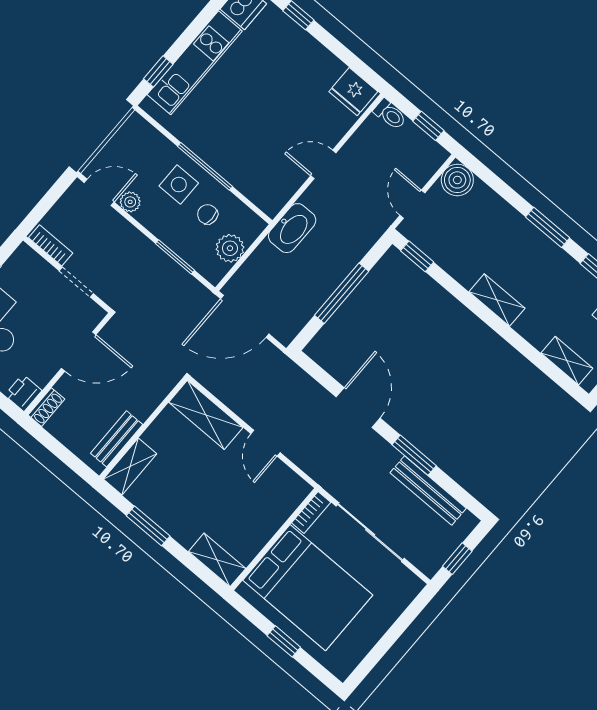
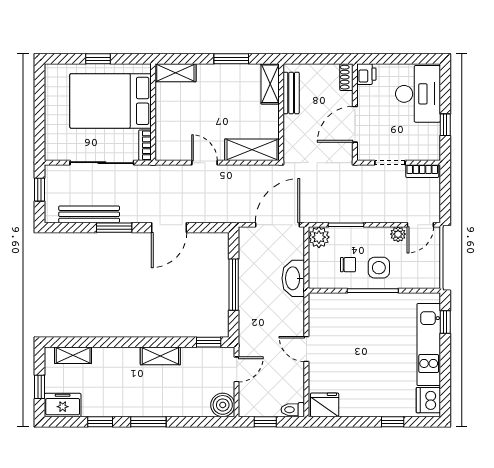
door: (323, 164) -> (306, 349), swing flipped
door: (412, 204) -> (237, 369), hinge flipped
washbasin: (292, 228) -> (293, 278), moved
plant: (230, 248) -> (319, 237), moved
shelving: (497, 300) -> (160, 356), moved
door: (358, 408) -> (169, 228), hinge flipped

